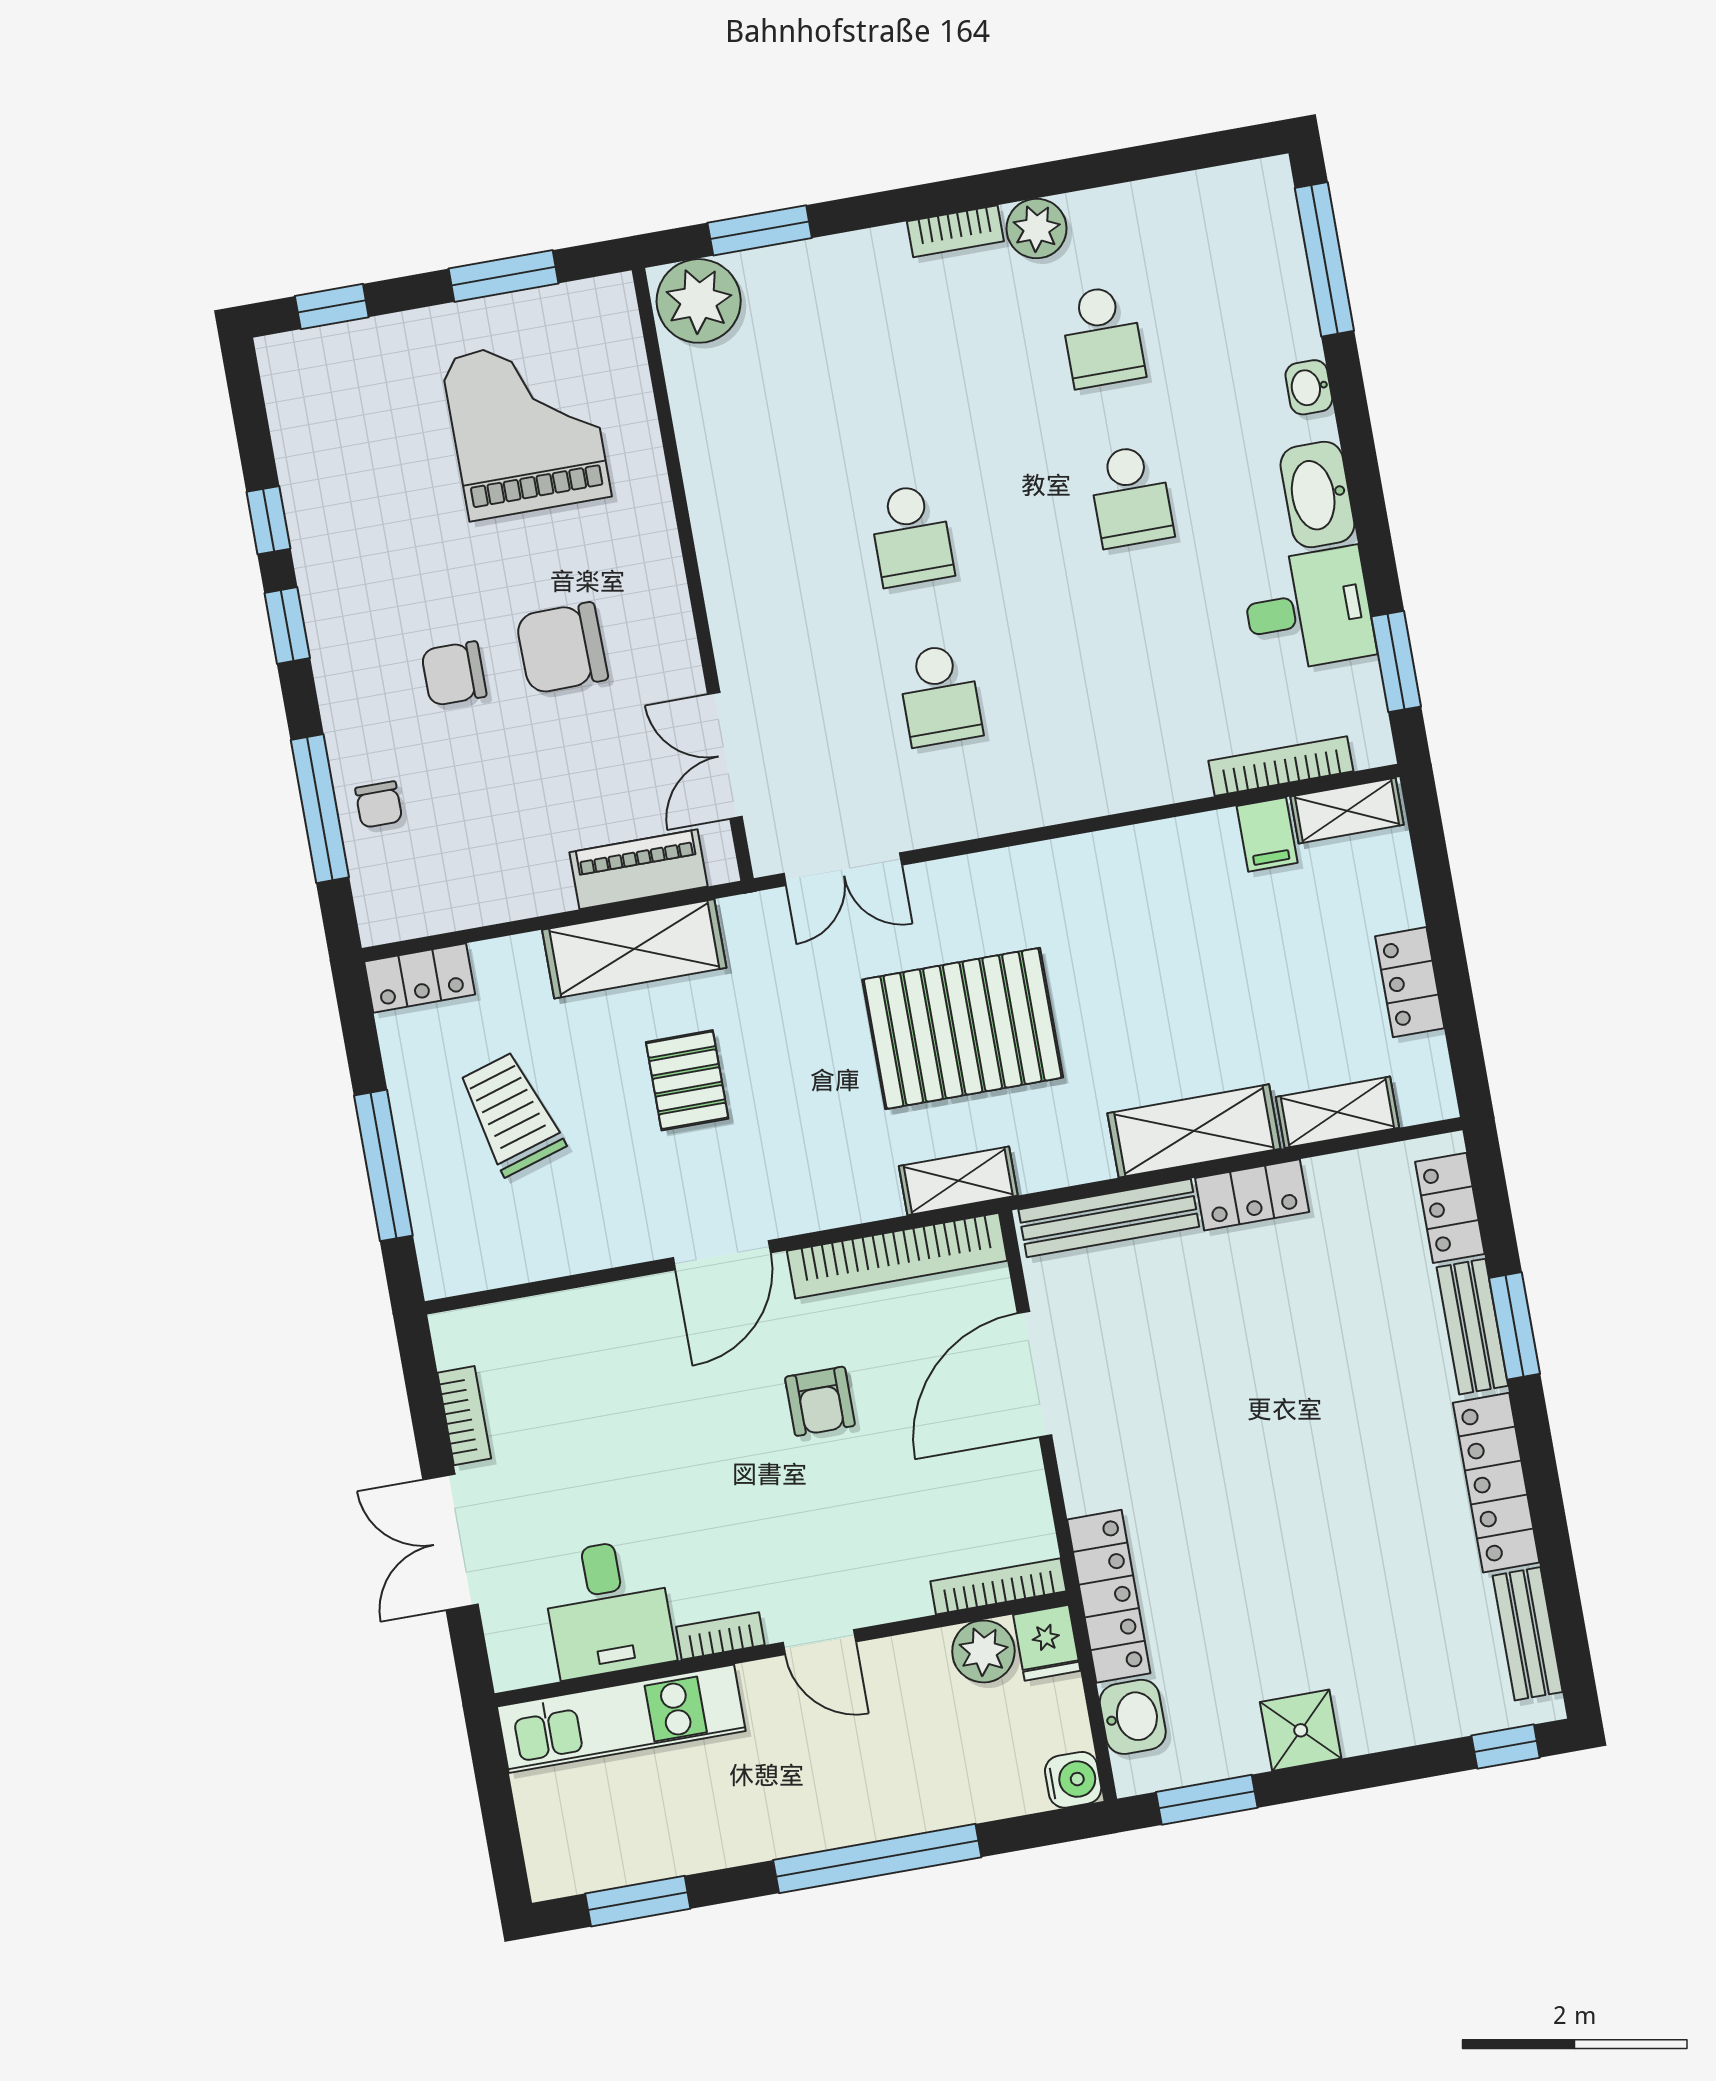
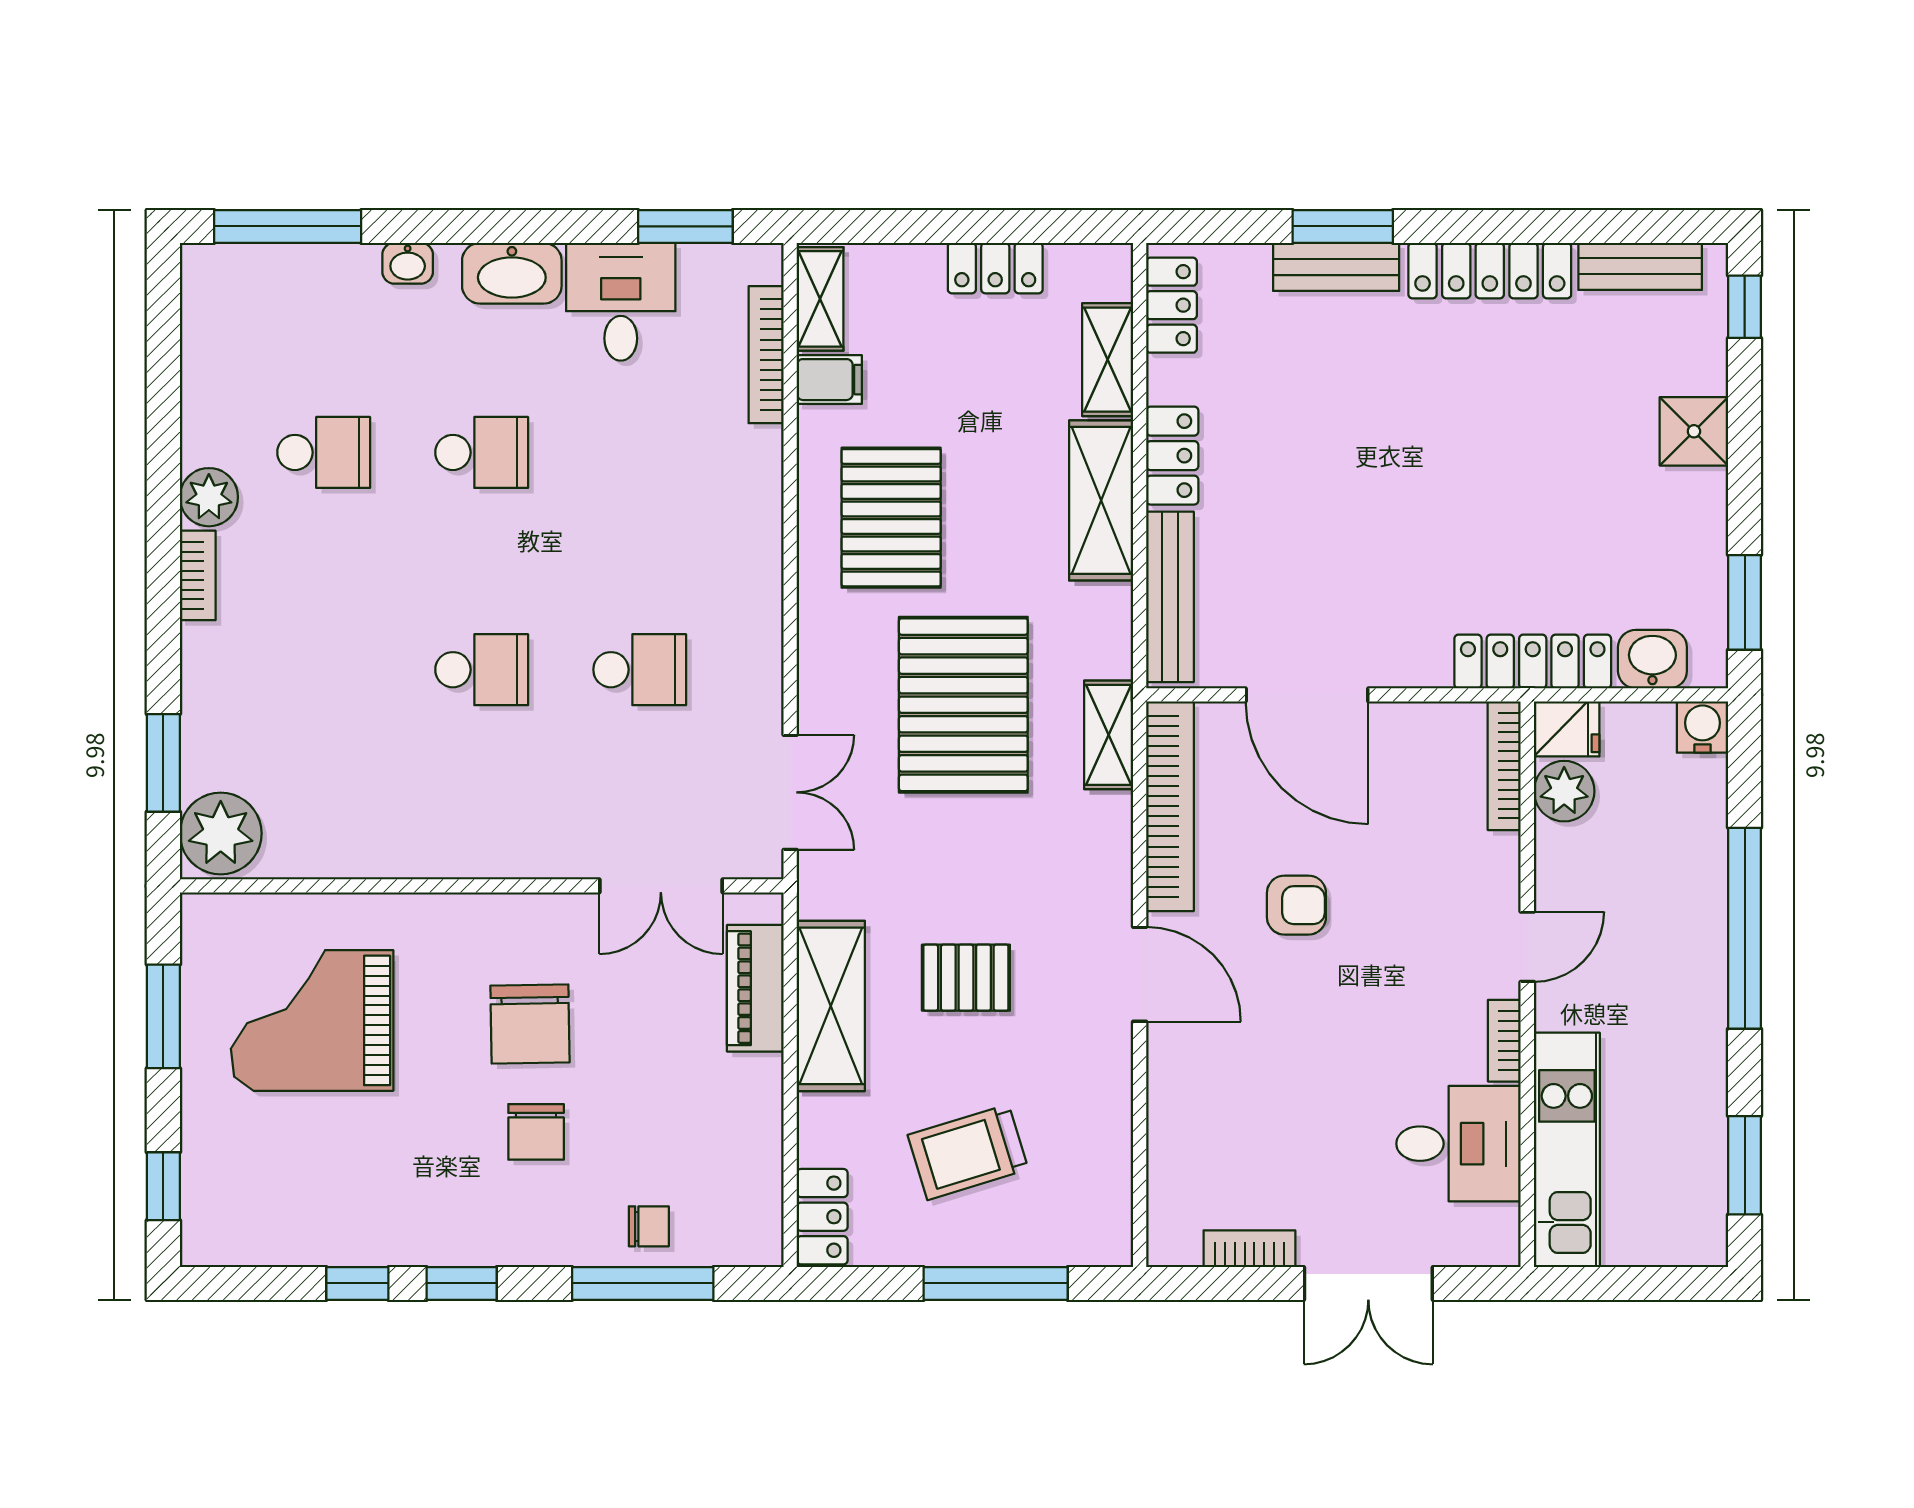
pallet: (1139, 922) -> (891, 518), added
locker: (1450, 1208) -> (1172, 305), moved, turned -90
shower: (1301, 1730) -> (1694, 431), moved

